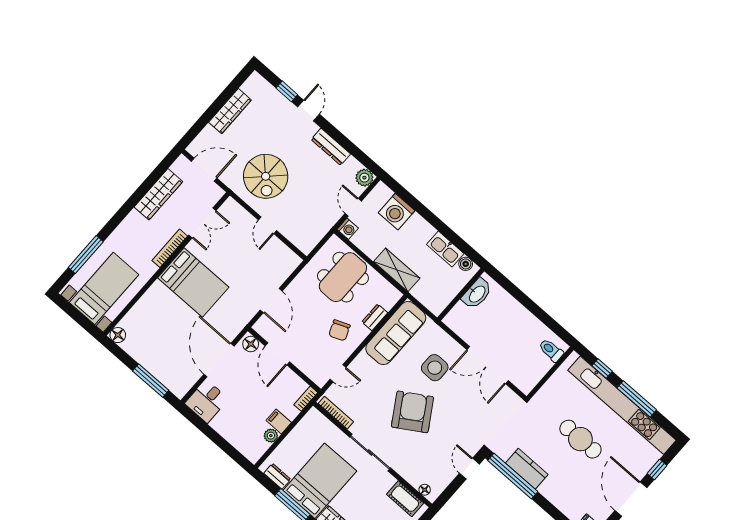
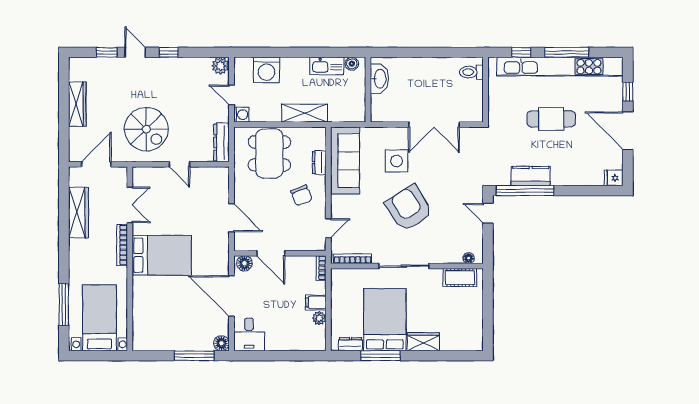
window: (334, 133) -> (169, 52), added
dresser: (331, 147) -> (221, 142), moved, turned 90
floor lamp: (118, 335) -> (221, 343), moved

